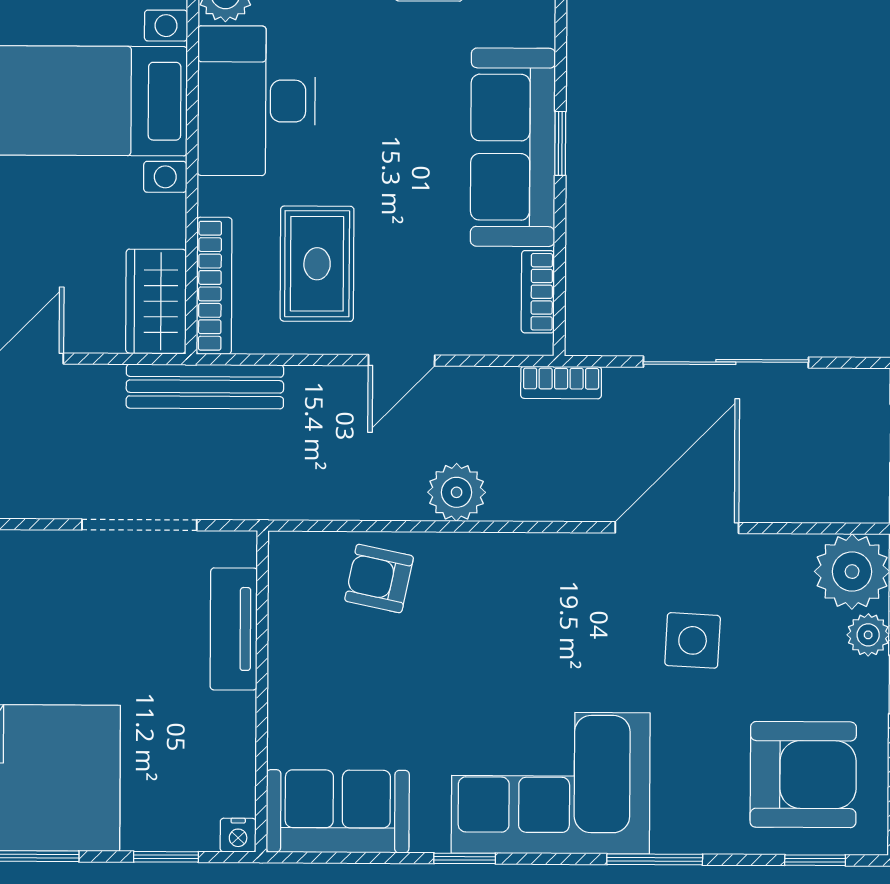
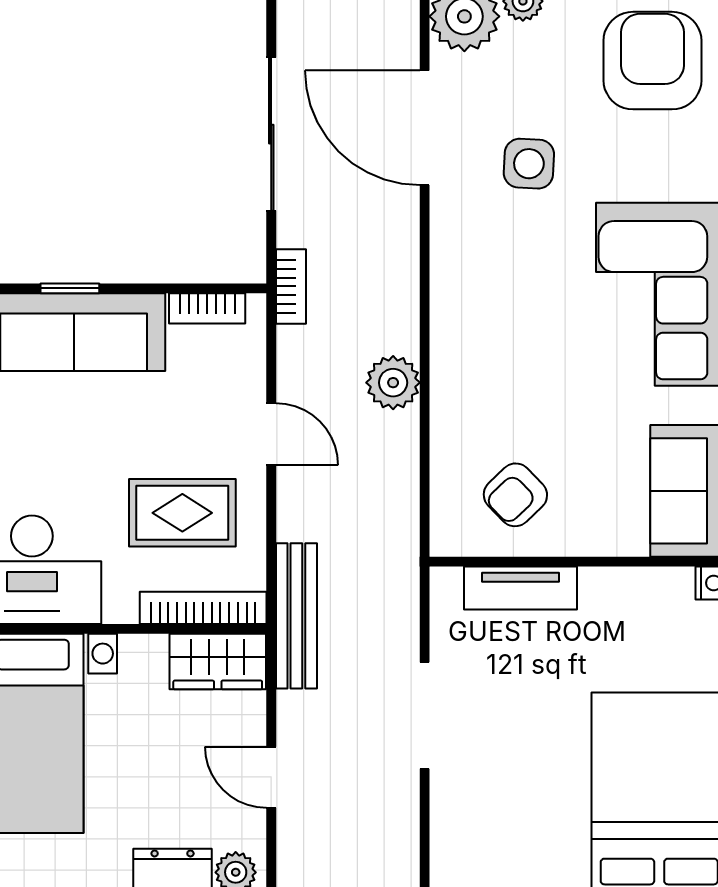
doorway: (139, 525) -> (425, 716), moved
door: (677, 528) -> (425, 128), moved
armchair: (379, 579) -> (515, 495), moved, turned 34

